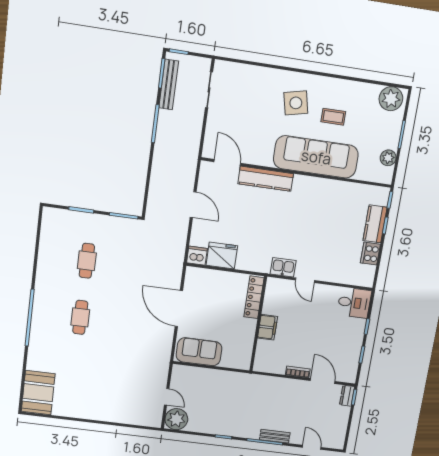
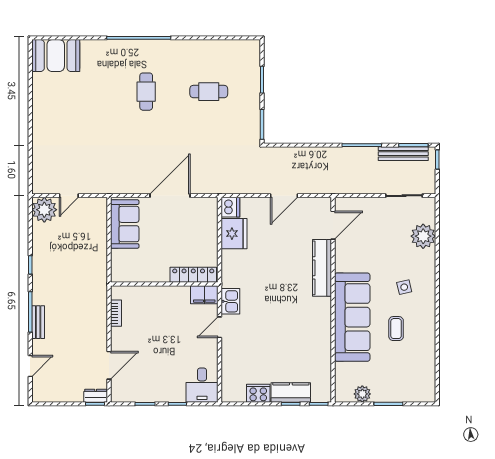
plant: (391, 99) -> (423, 236), moved
side table: (296, 103) -> (404, 287), width x0.54, depth x0.54
cafe table: (80, 317) -> (146, 92), turned 90
filing cabinet: (267, 327) -> (204, 295), moved
bookcase: (298, 372) -> (116, 313), moved

